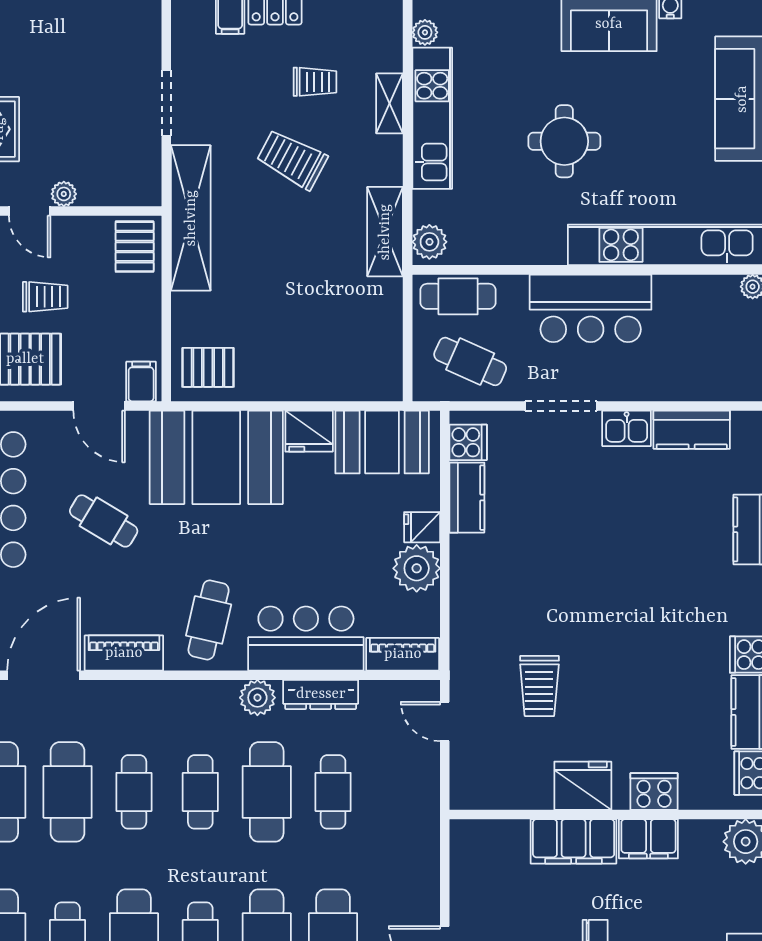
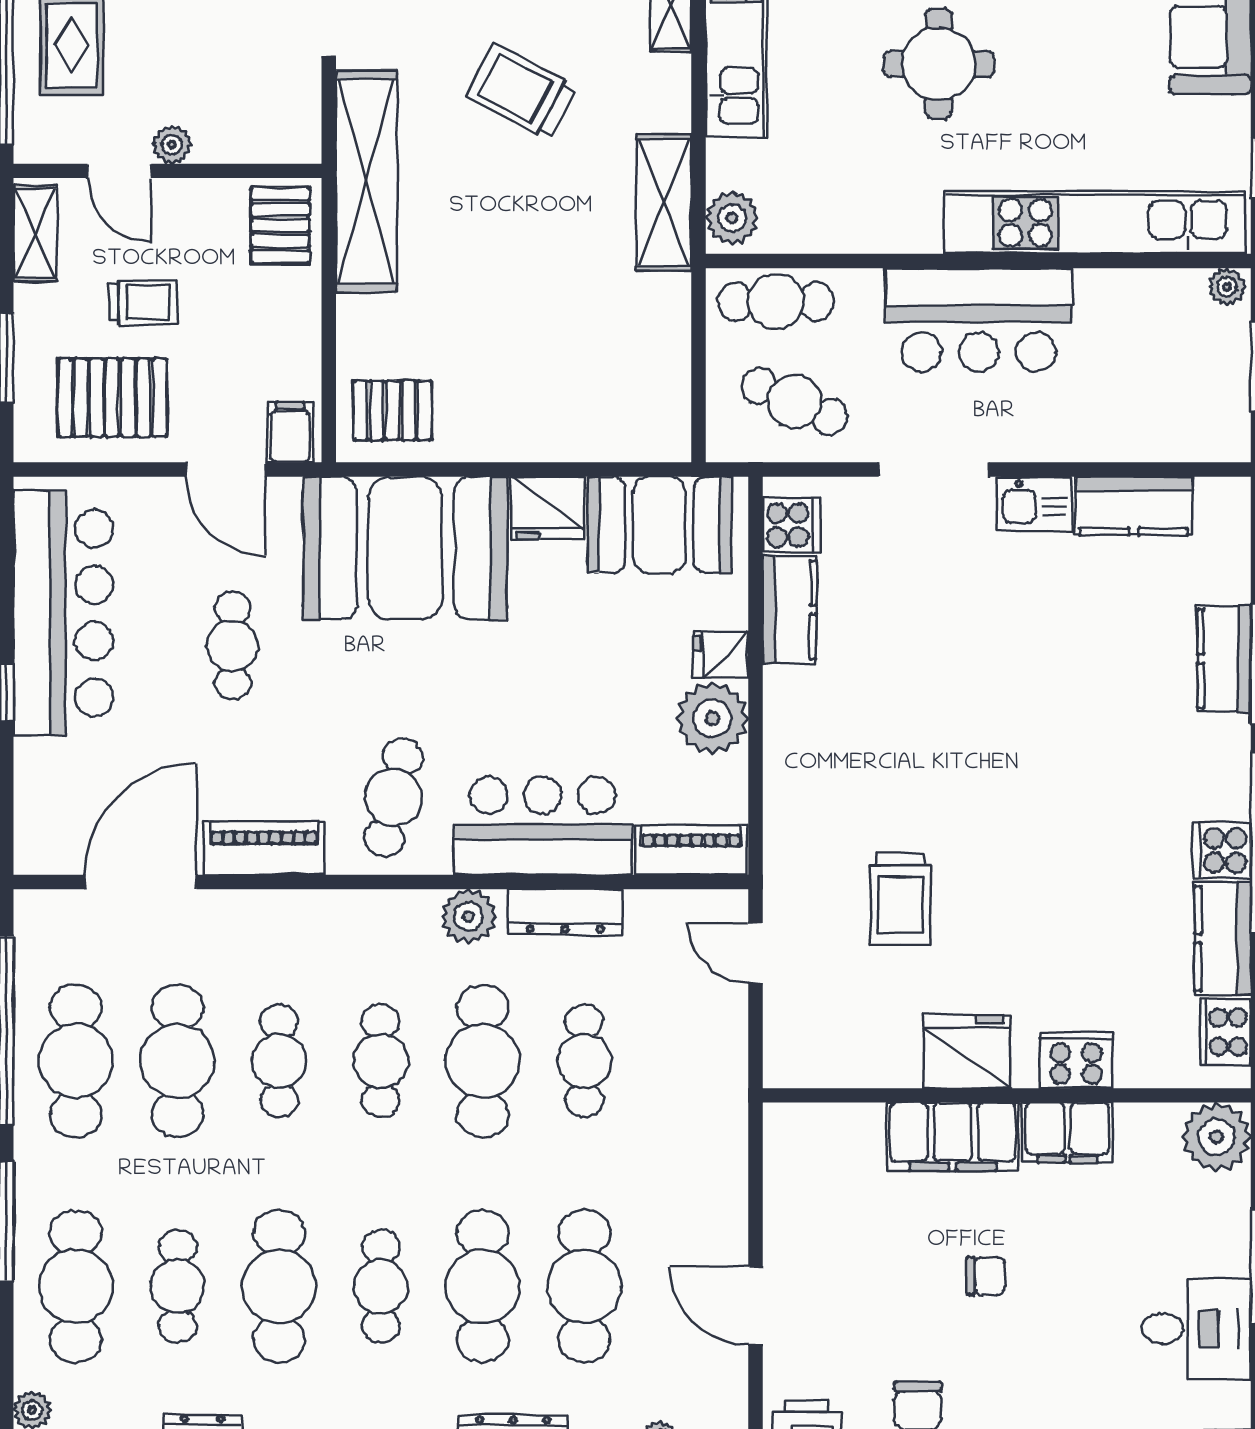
cafe table: (104, 521) -> (233, 646), turned 59

